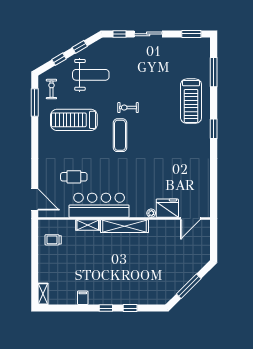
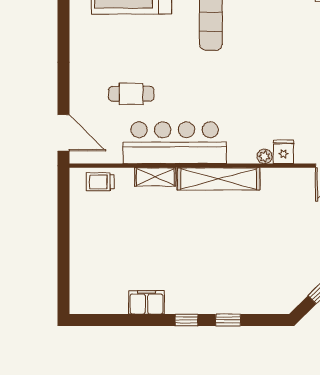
fridge: (167, 208) -> (283, 152), width x0.53, depth x0.75
trolley: (53, 240) -> (100, 182), moved
shelving: (43, 294) -> (78, 296), removed
filing cabinet: (83, 298) -> (147, 302), width x2.00

